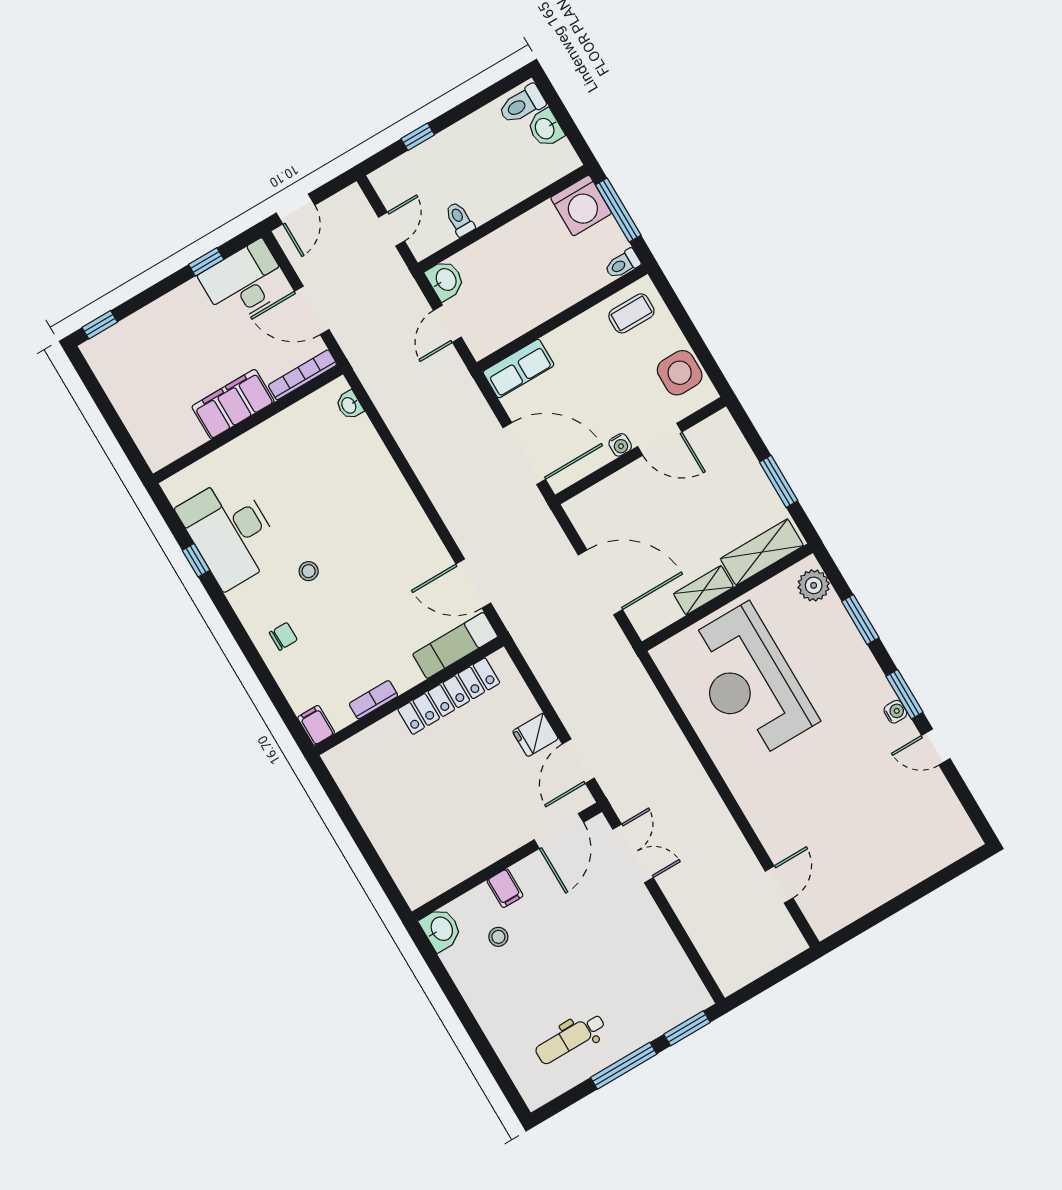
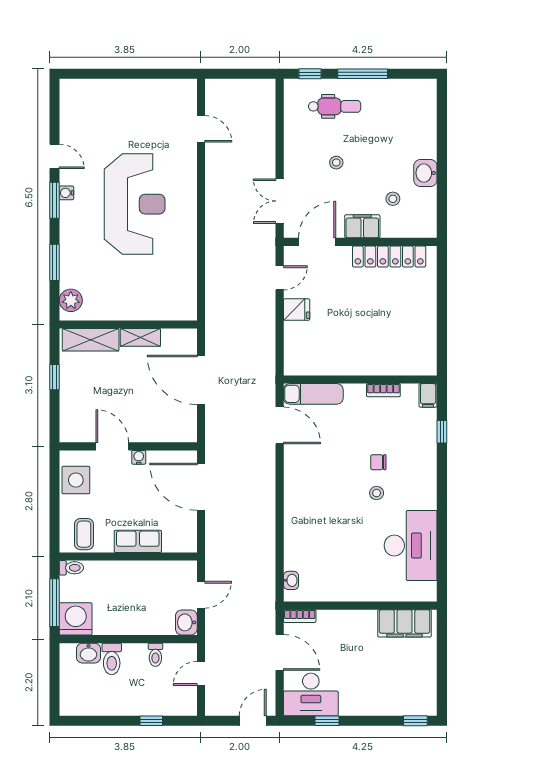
toilet: (522, 104) -> (112, 659), moved, turned 90
washbasin: (545, 128) -> (89, 653), moved, turned 90
coffee table: (631, 313) -> (84, 534), turned 90
row of seats: (518, 369) -> (138, 541), moved
bookcase: (303, 375) -> (300, 616), width x0.64
filing cabinet: (233, 404) -> (405, 623), moved
window: (779, 481) -> (55, 377), width x0.67
window: (196, 560) -> (442, 432), moved
chair: (283, 636) -> (378, 462), moved
reception desk: (749, 682) -> (135, 204), moved
locker: (449, 696) -> (389, 256), moved, turned 180
door: (578, 761) -> (280, 278), width x0.73
door: (779, 885) -> (201, 129), swing flipped
filing cabinet: (505, 888) -> (362, 226), width x2.00
washbasin: (441, 929) -> (425, 173), moved
stool: (592, 940) -> (336, 163), added
window: (687, 1028) -> (310, 74), width x0.67
dental chair: (570, 1039) -> (335, 106), moved

